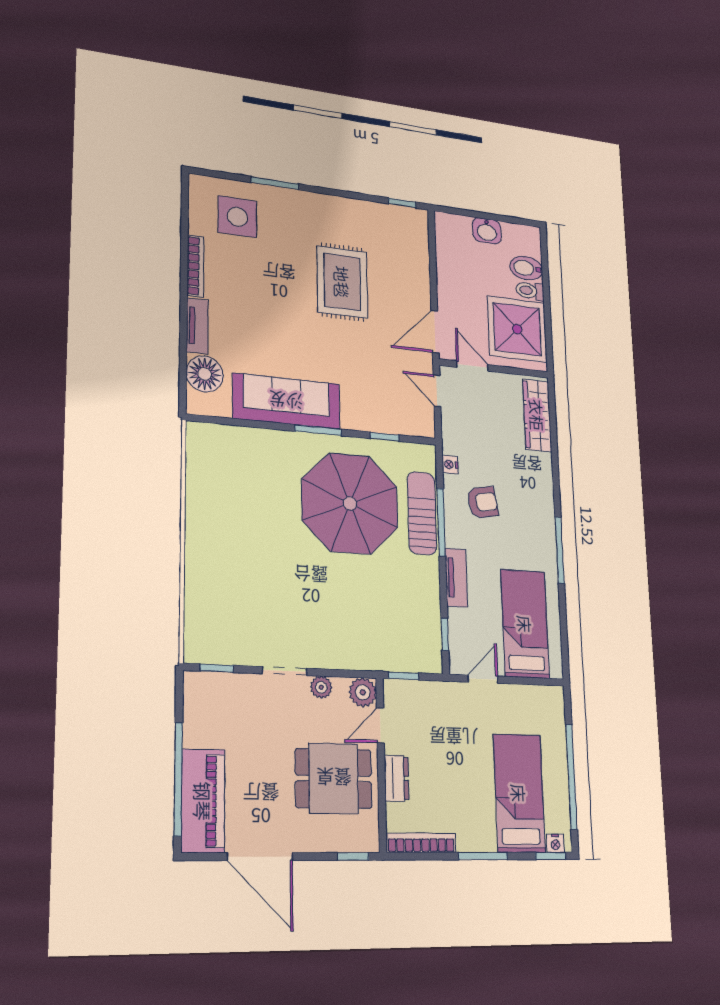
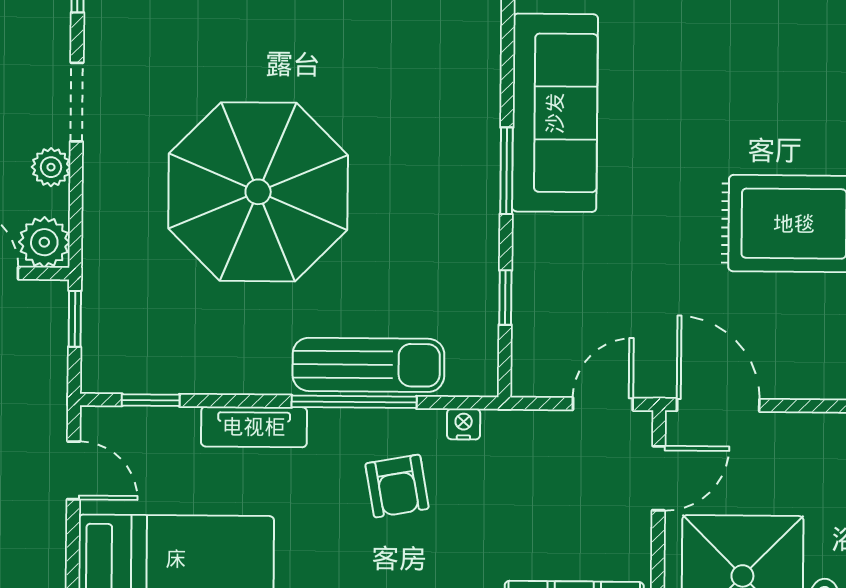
parasol: (350, 503) -> (258, 192), moved

